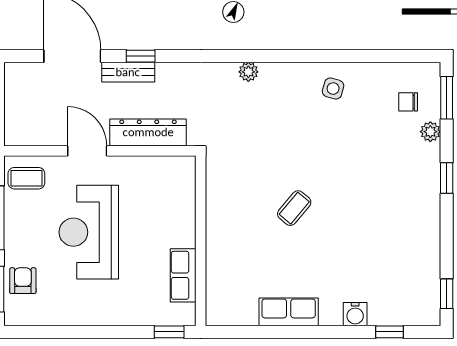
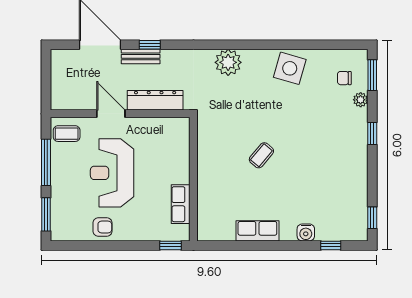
plant: (248, 72) -> (228, 62), width x1.88, depth x1.88
side table: (333, 89) -> (290, 68), width x1.87, depth x1.87
armchair: (23, 281) -> (103, 227), moved, turned 90

